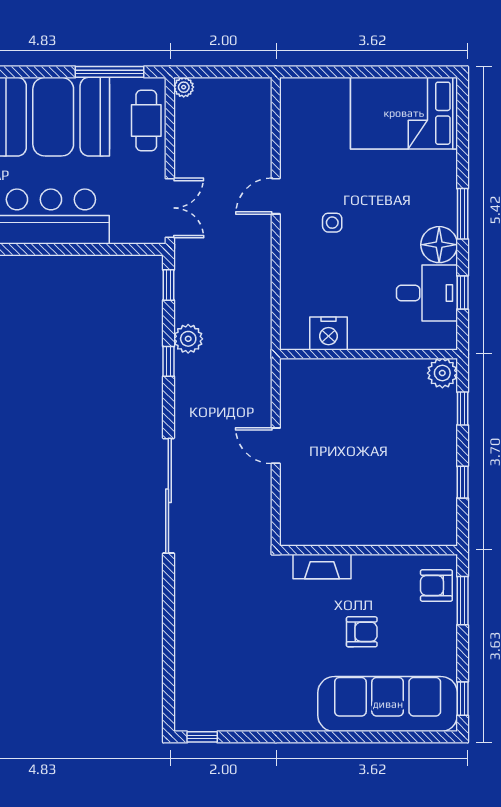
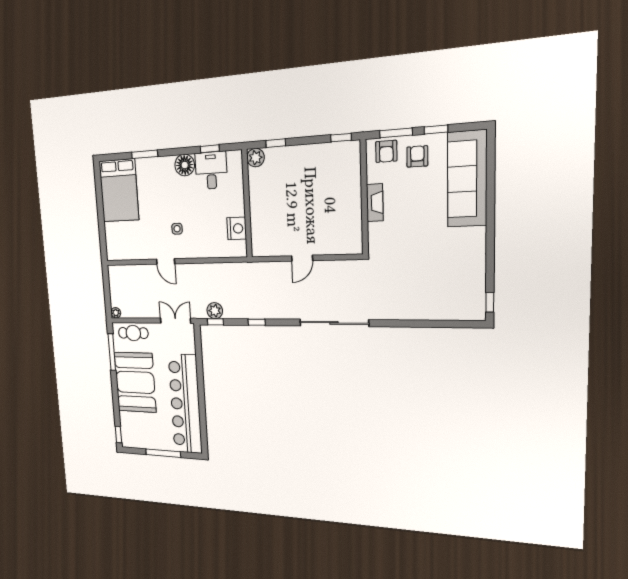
window: (463, 214) -> (145, 154), moved
plant: (188, 339) -> (215, 311), moved
window: (463, 482) -> (341, 138), moved
fireplace: (322, 566) -> (375, 203), moved
armchair: (362, 632) -> (417, 156), moved
window: (463, 699) -> (436, 130), moved

